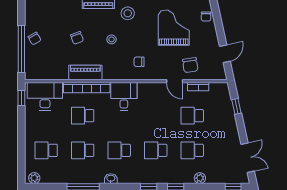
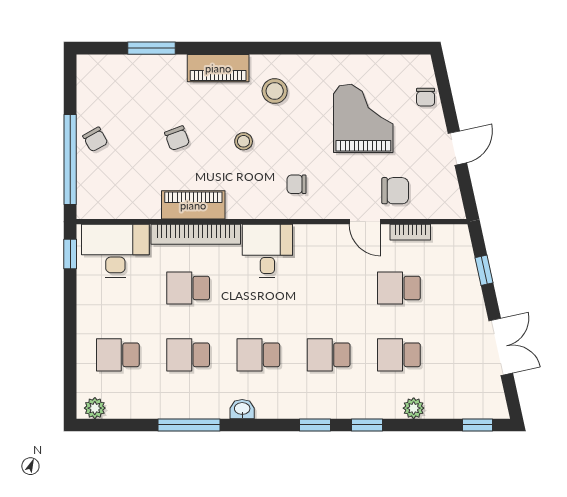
door: (225, 54) -> (457, 148), moved
chair: (190, 65) -> (395, 191), turned -82
double door: (248, 158) -> (501, 347), moved

